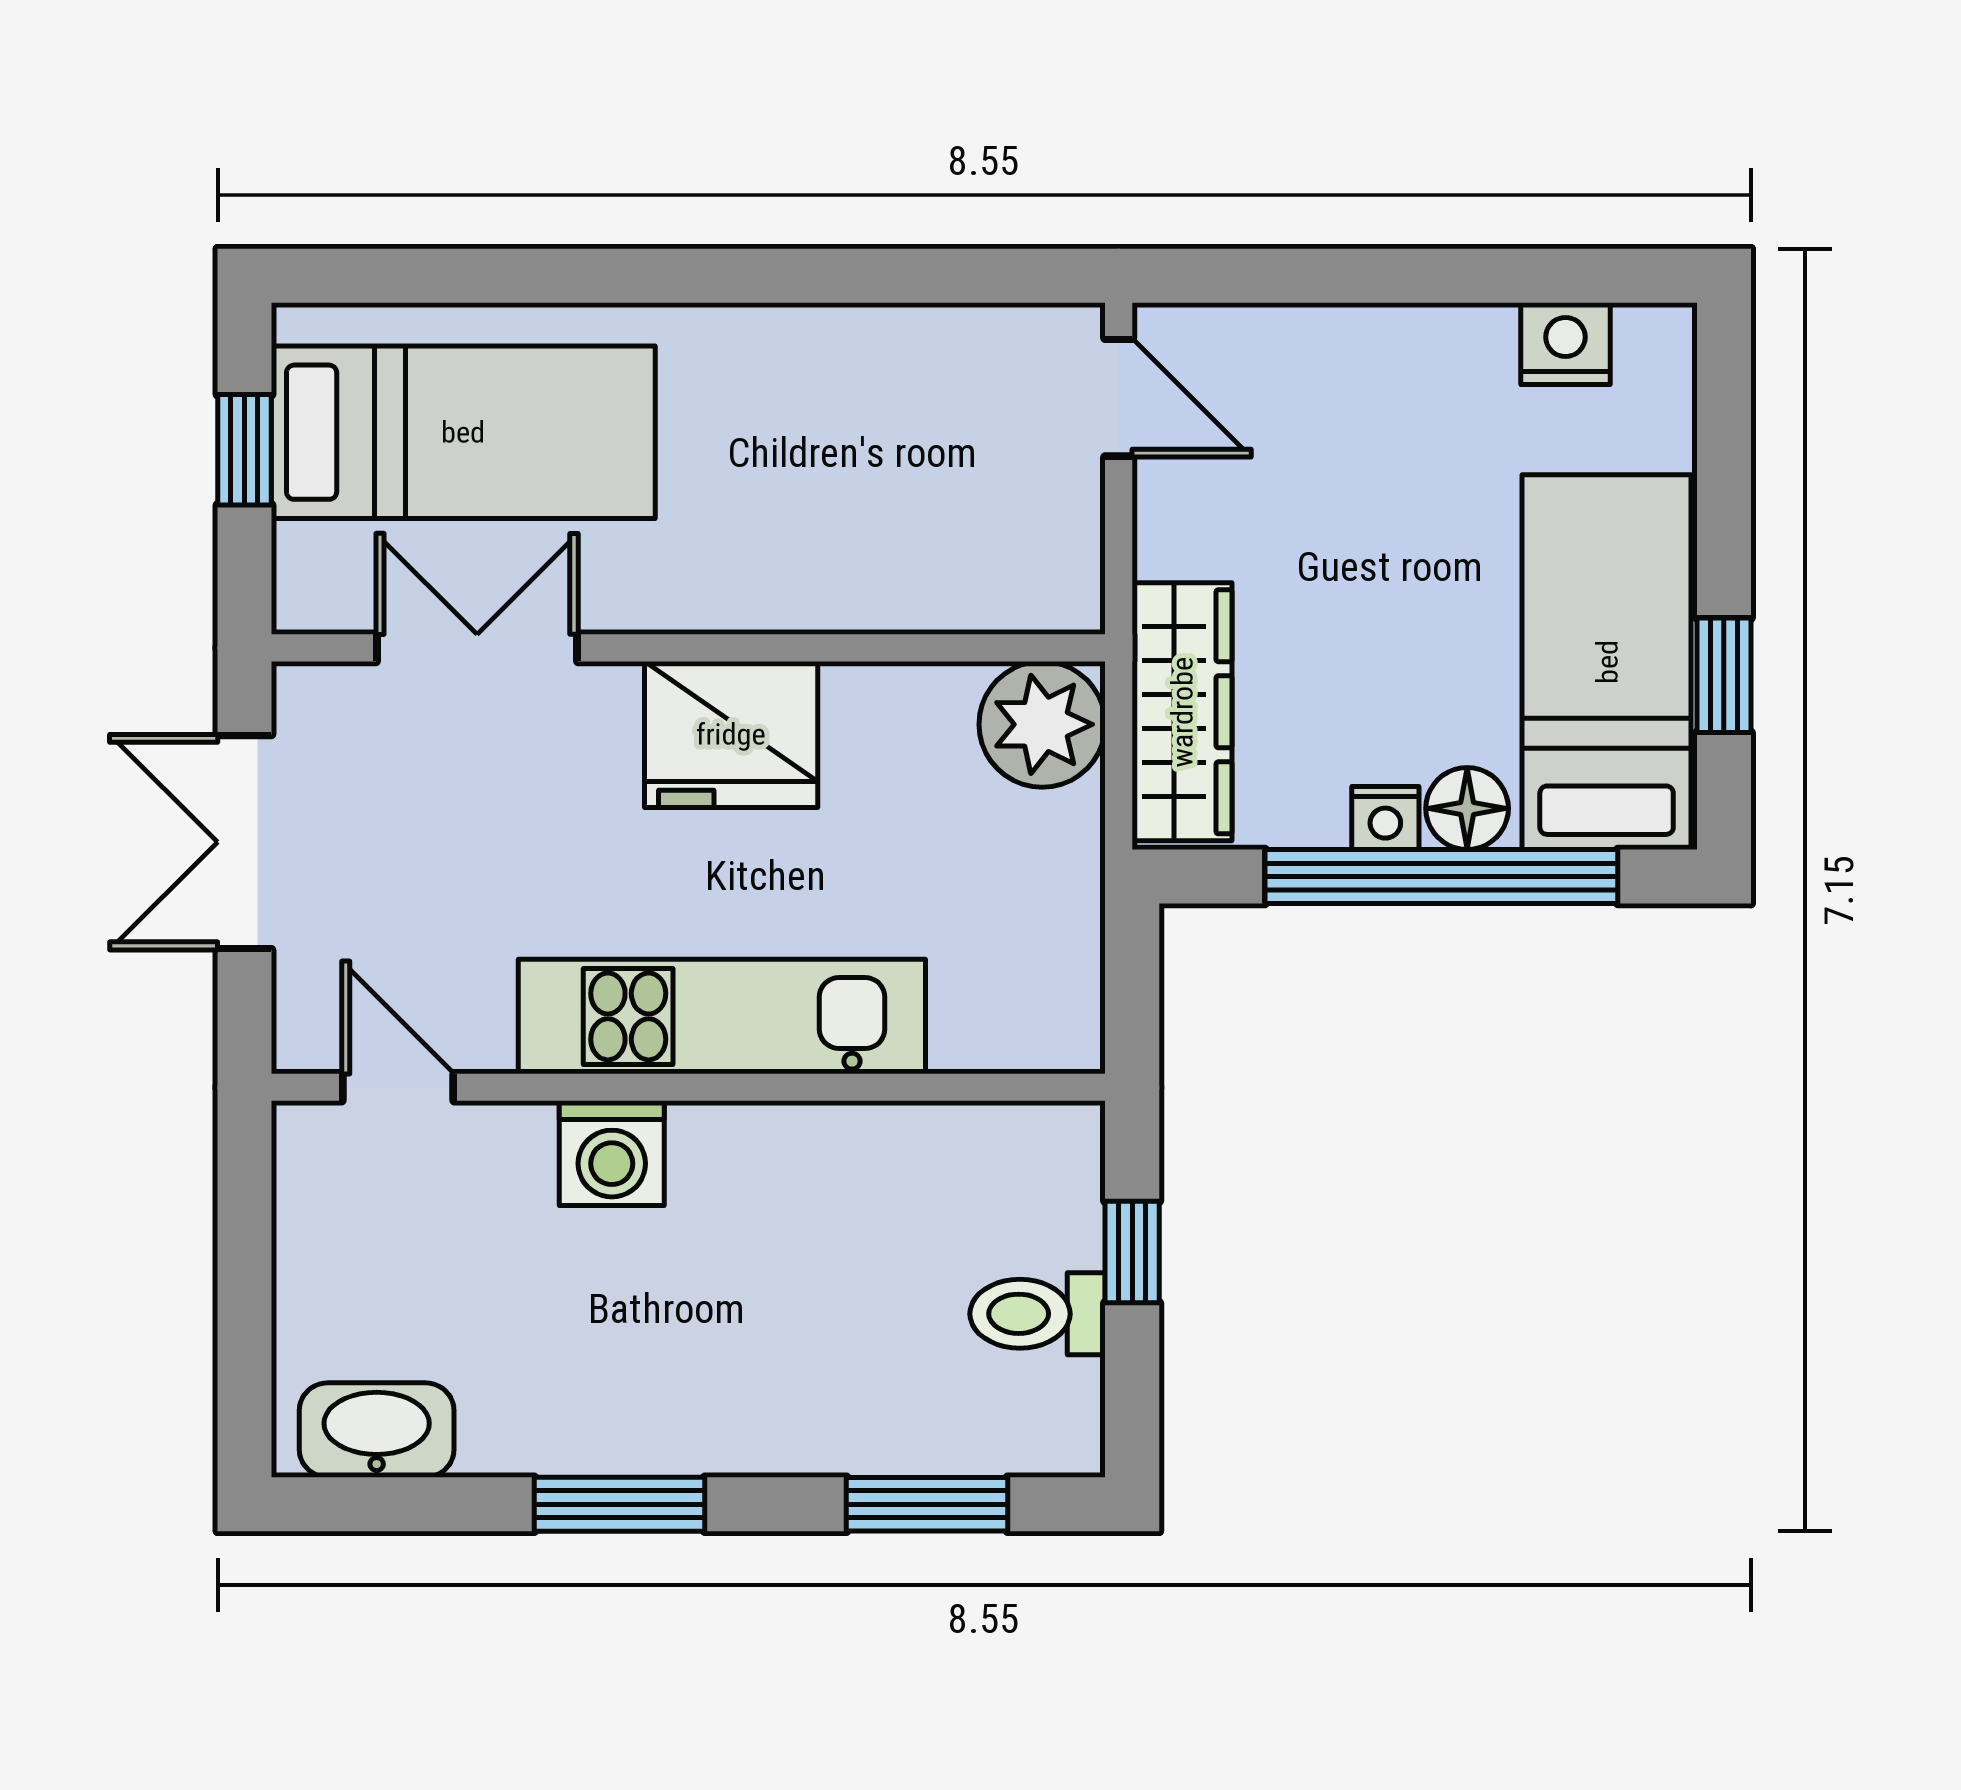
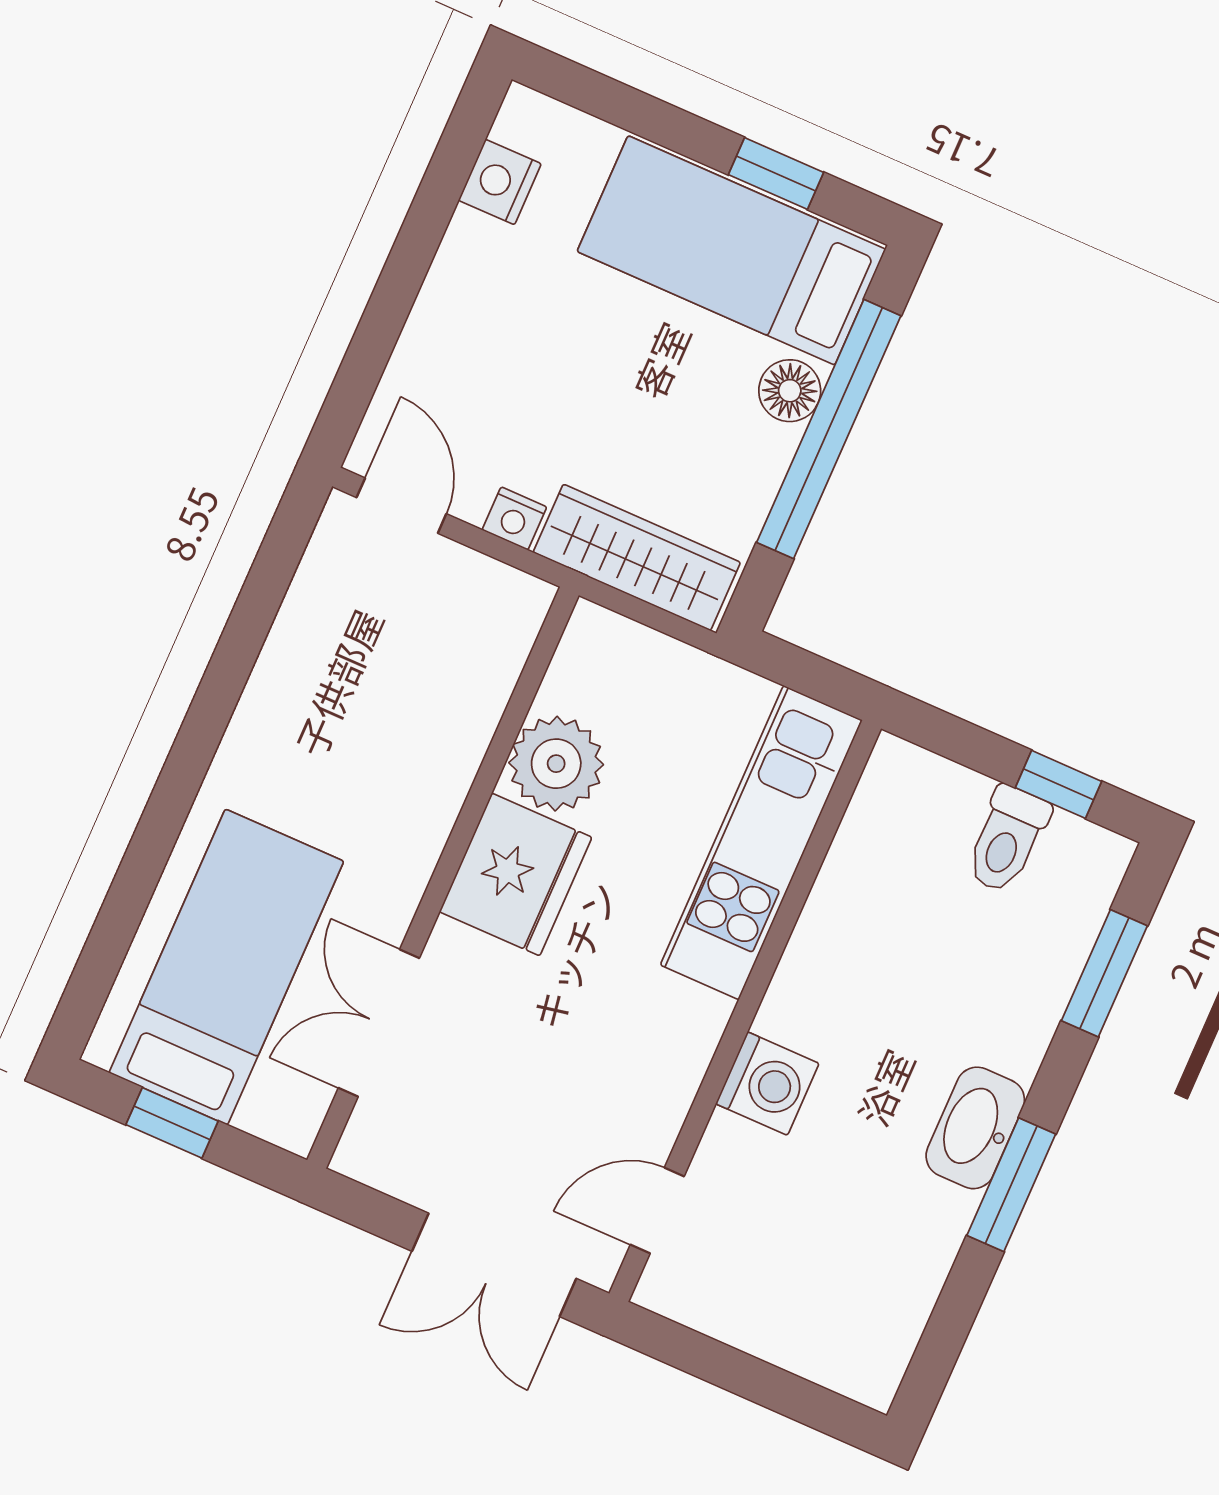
door: (1119, 398) -> (401, 506), hinge flipped
plant: (1042, 724) -> (556, 764), moved
nightstand: (1385, 818) -> (514, 518), moved, turned 90
double door: (244, 842) -> (494, 1265), moved
kitchen unit: (722, 1016) -> (761, 843), moved
window: (1132, 1252) -> (1059, 784), moved
washbasin: (377, 1430) -> (975, 1128), moved

